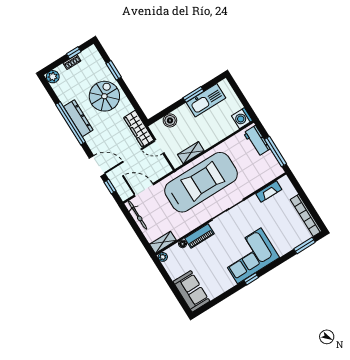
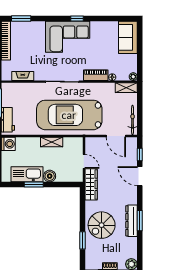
boiler: (170, 120) -> (50, 176), moved
window: (70, 123) -> (140, 221), width x0.47
shelving: (191, 153) -> (52, 142), moved

